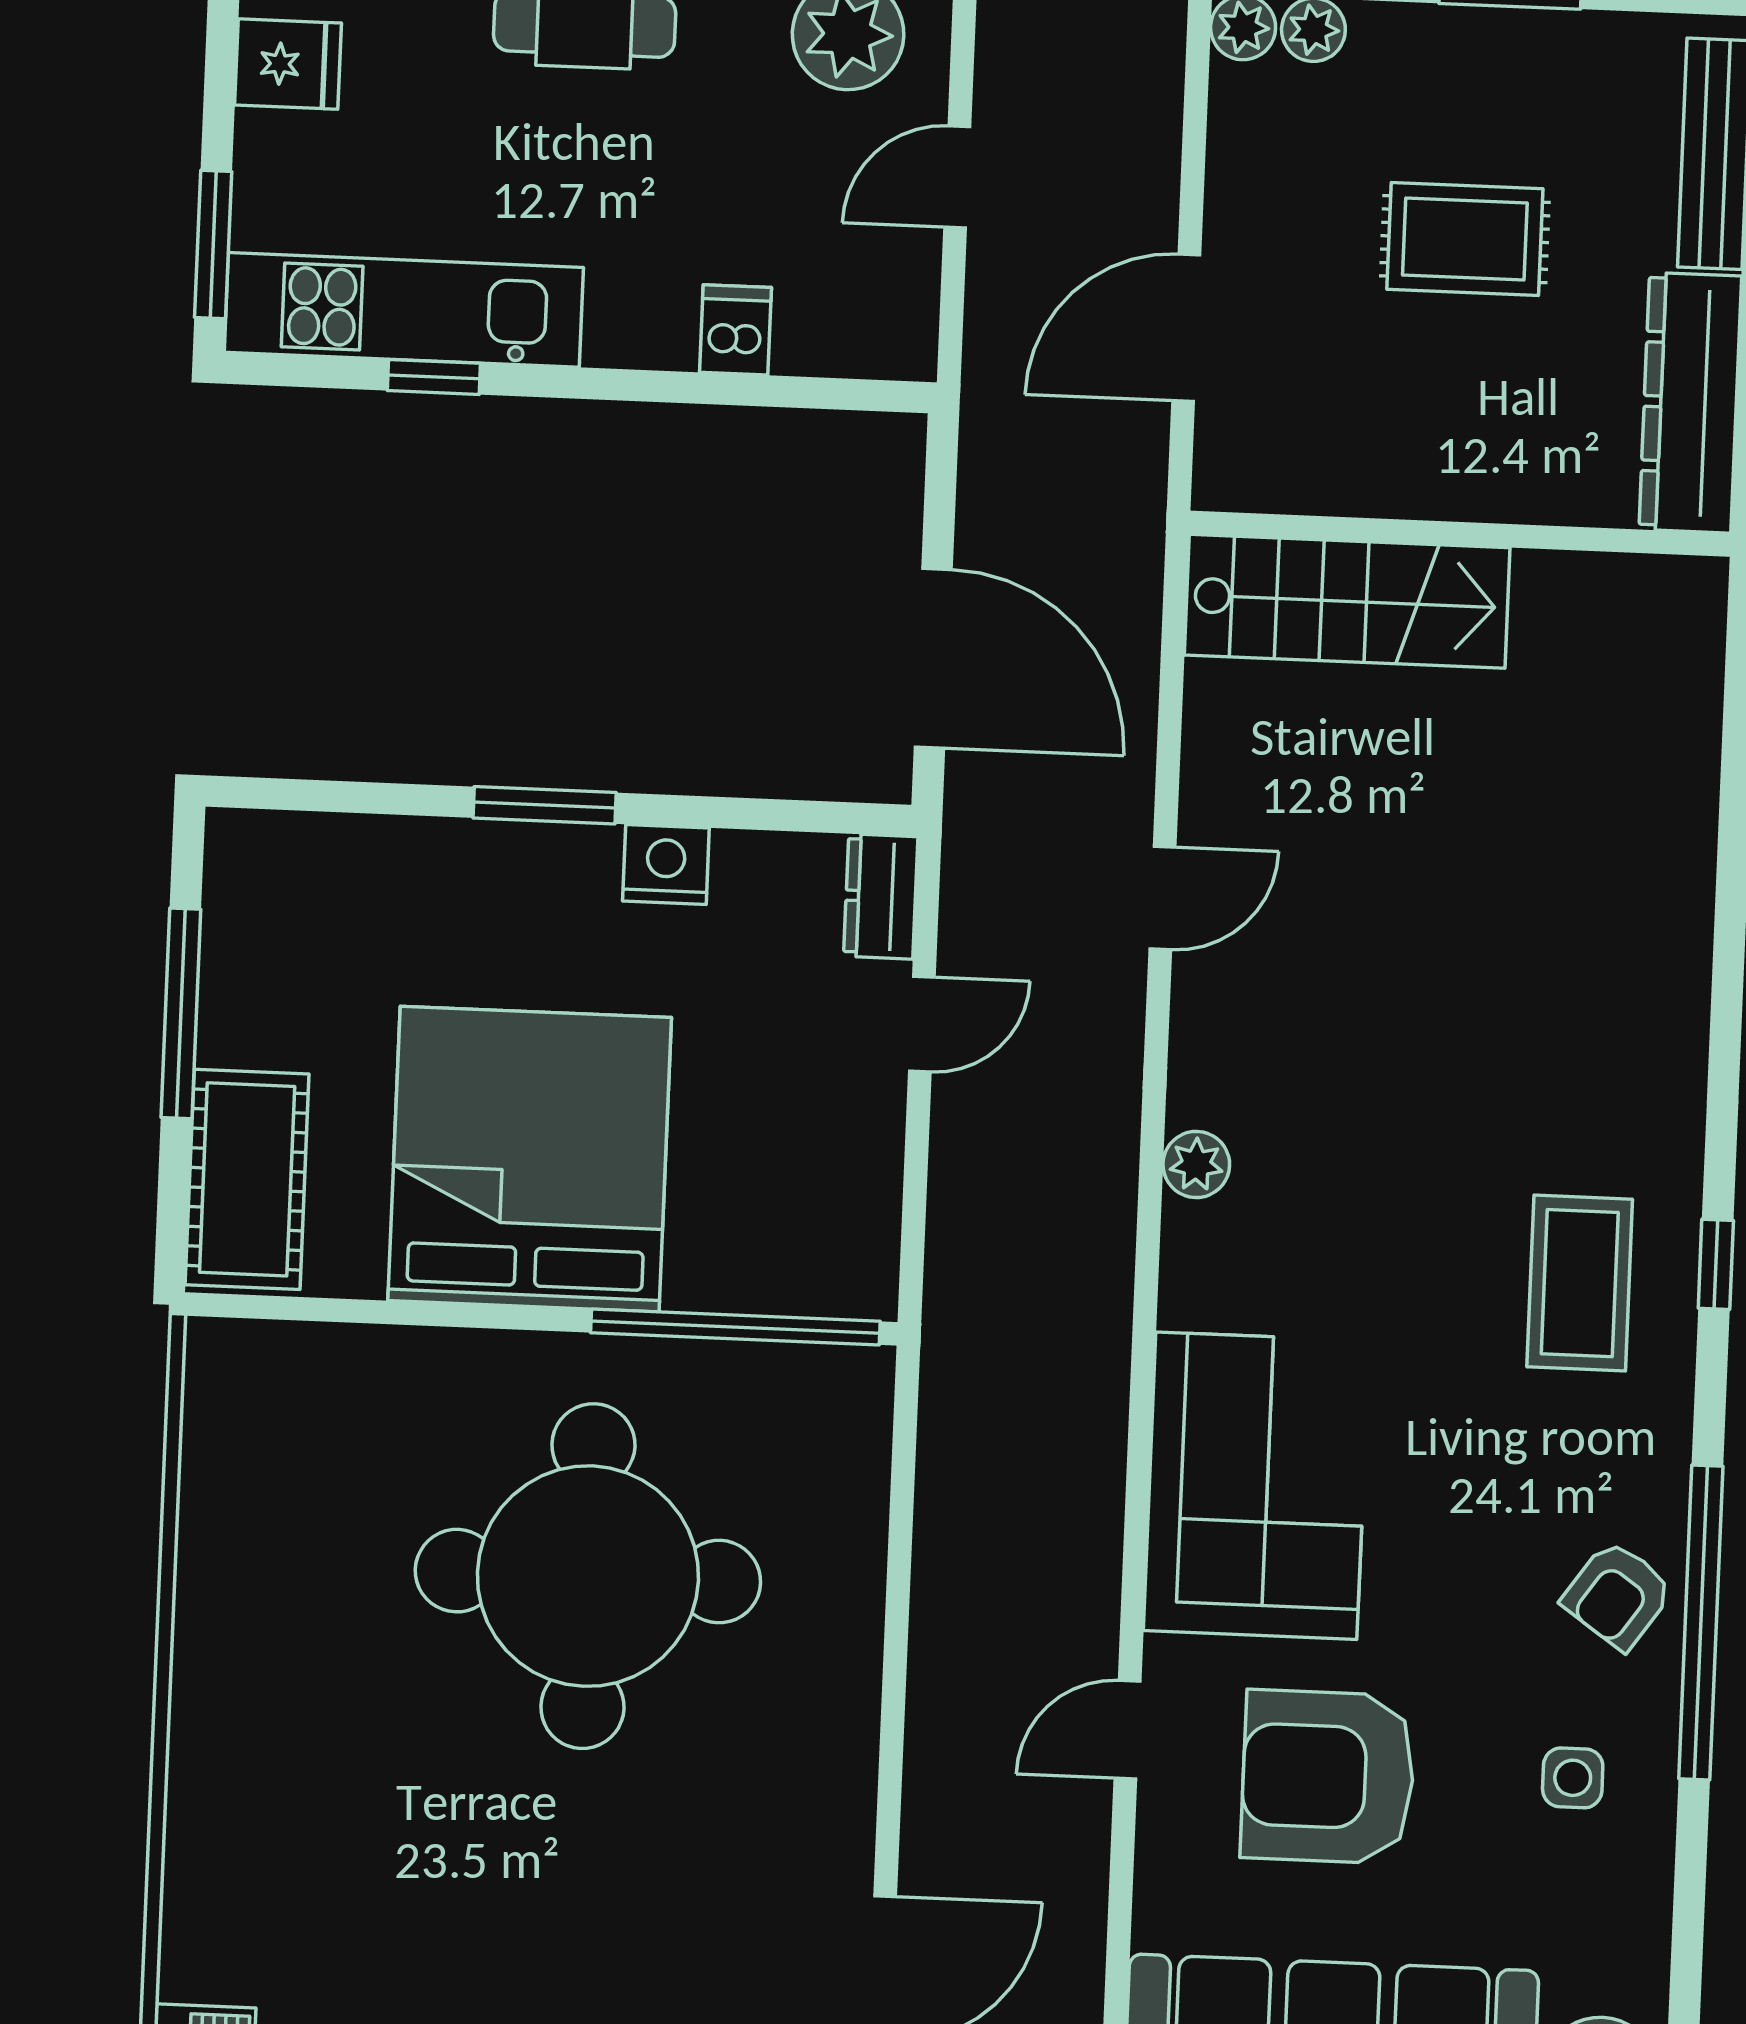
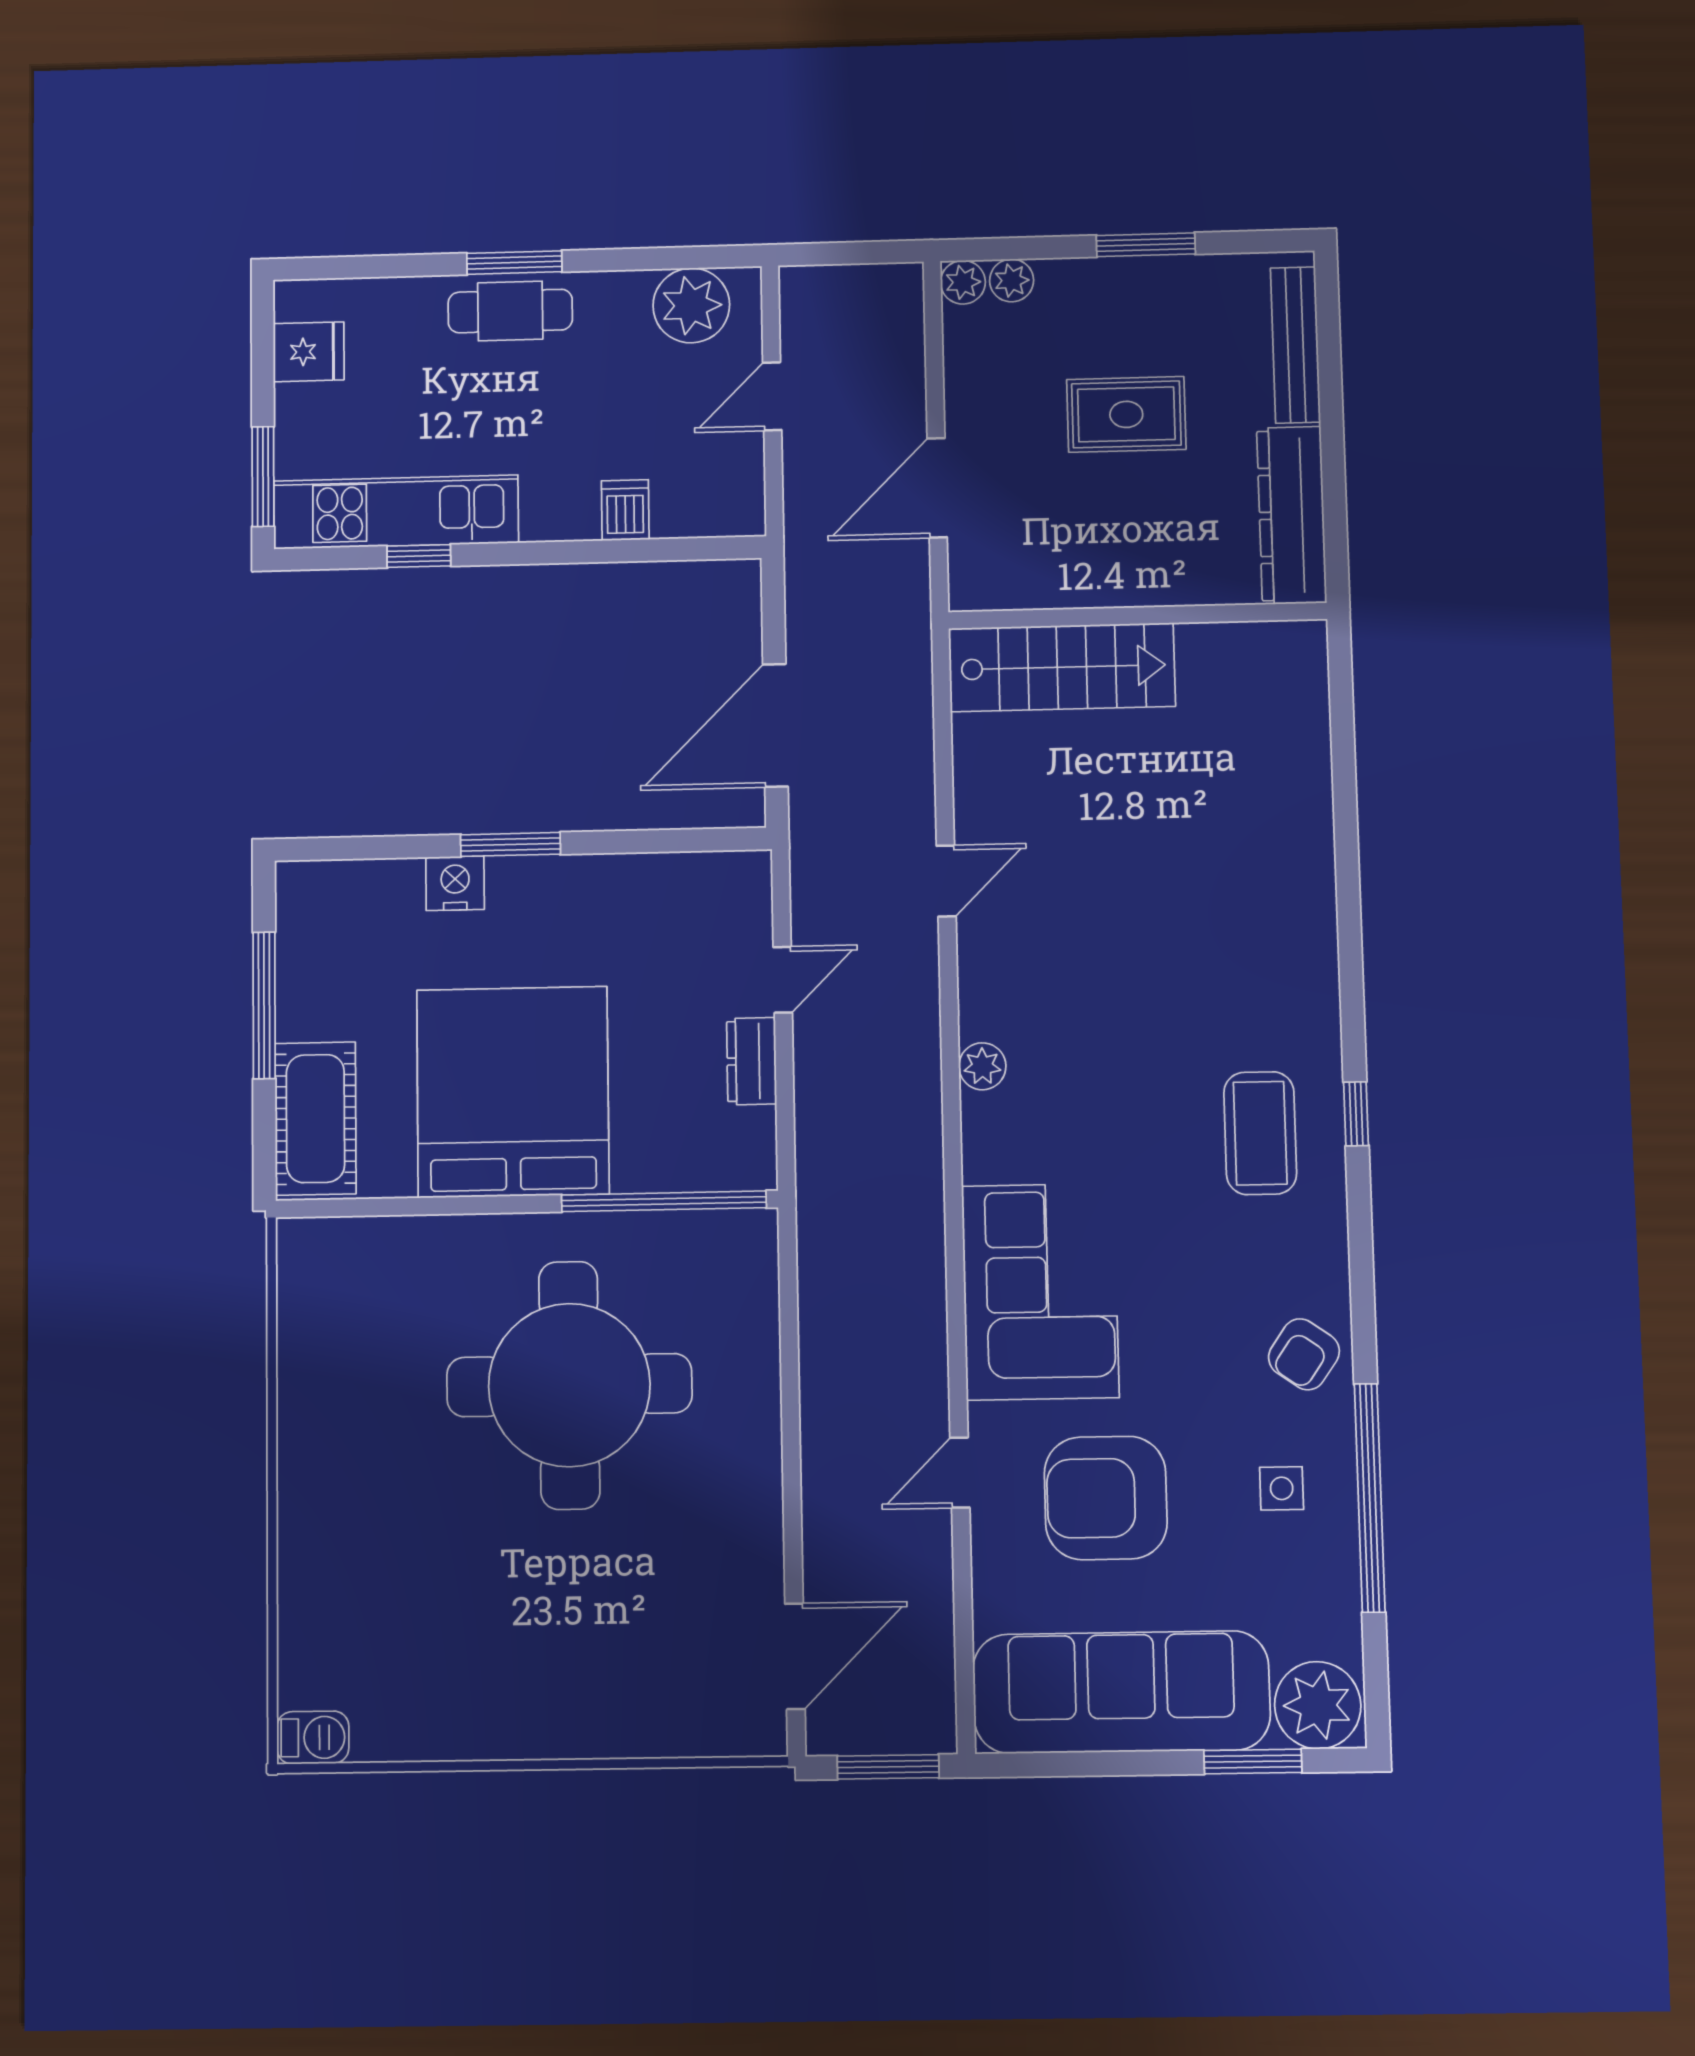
door: (933, 658) -> (775, 725), swing flipped
nightstand: (666, 864) -> (455, 883), moved
dresser: (881, 896) -> (752, 1061), moved
window: (1701, 1622) -> (1370, 1498), moved

